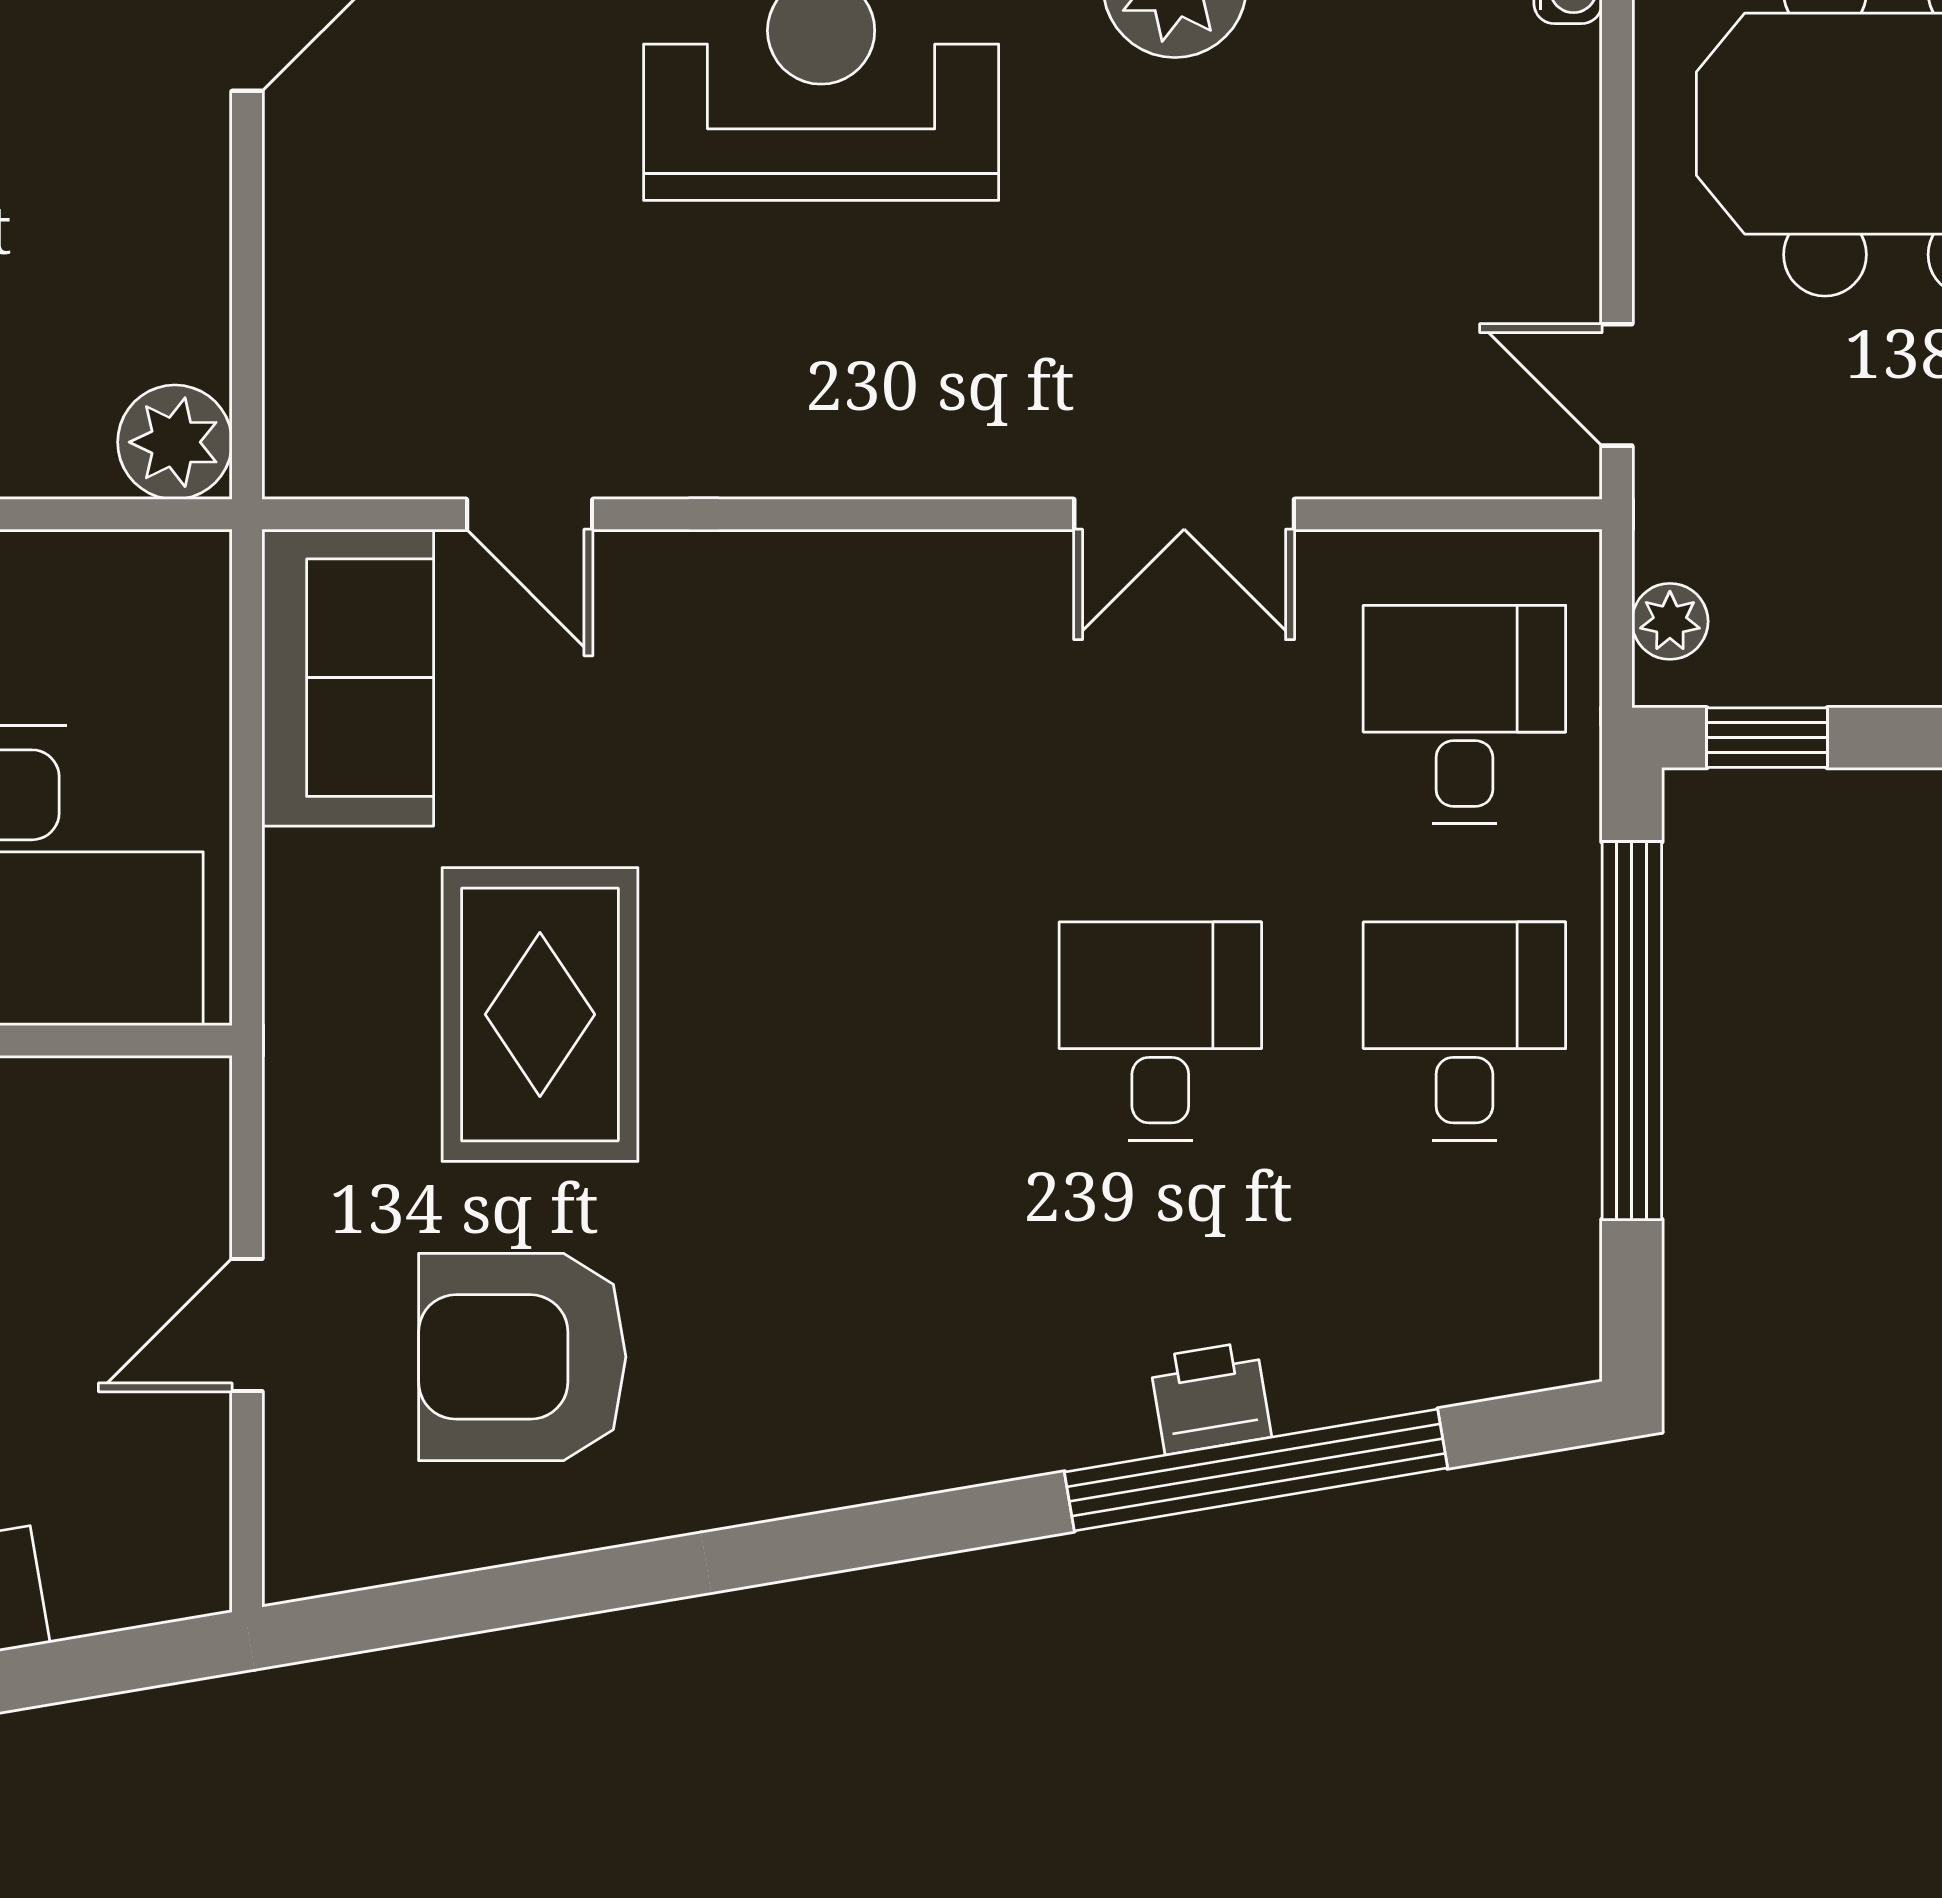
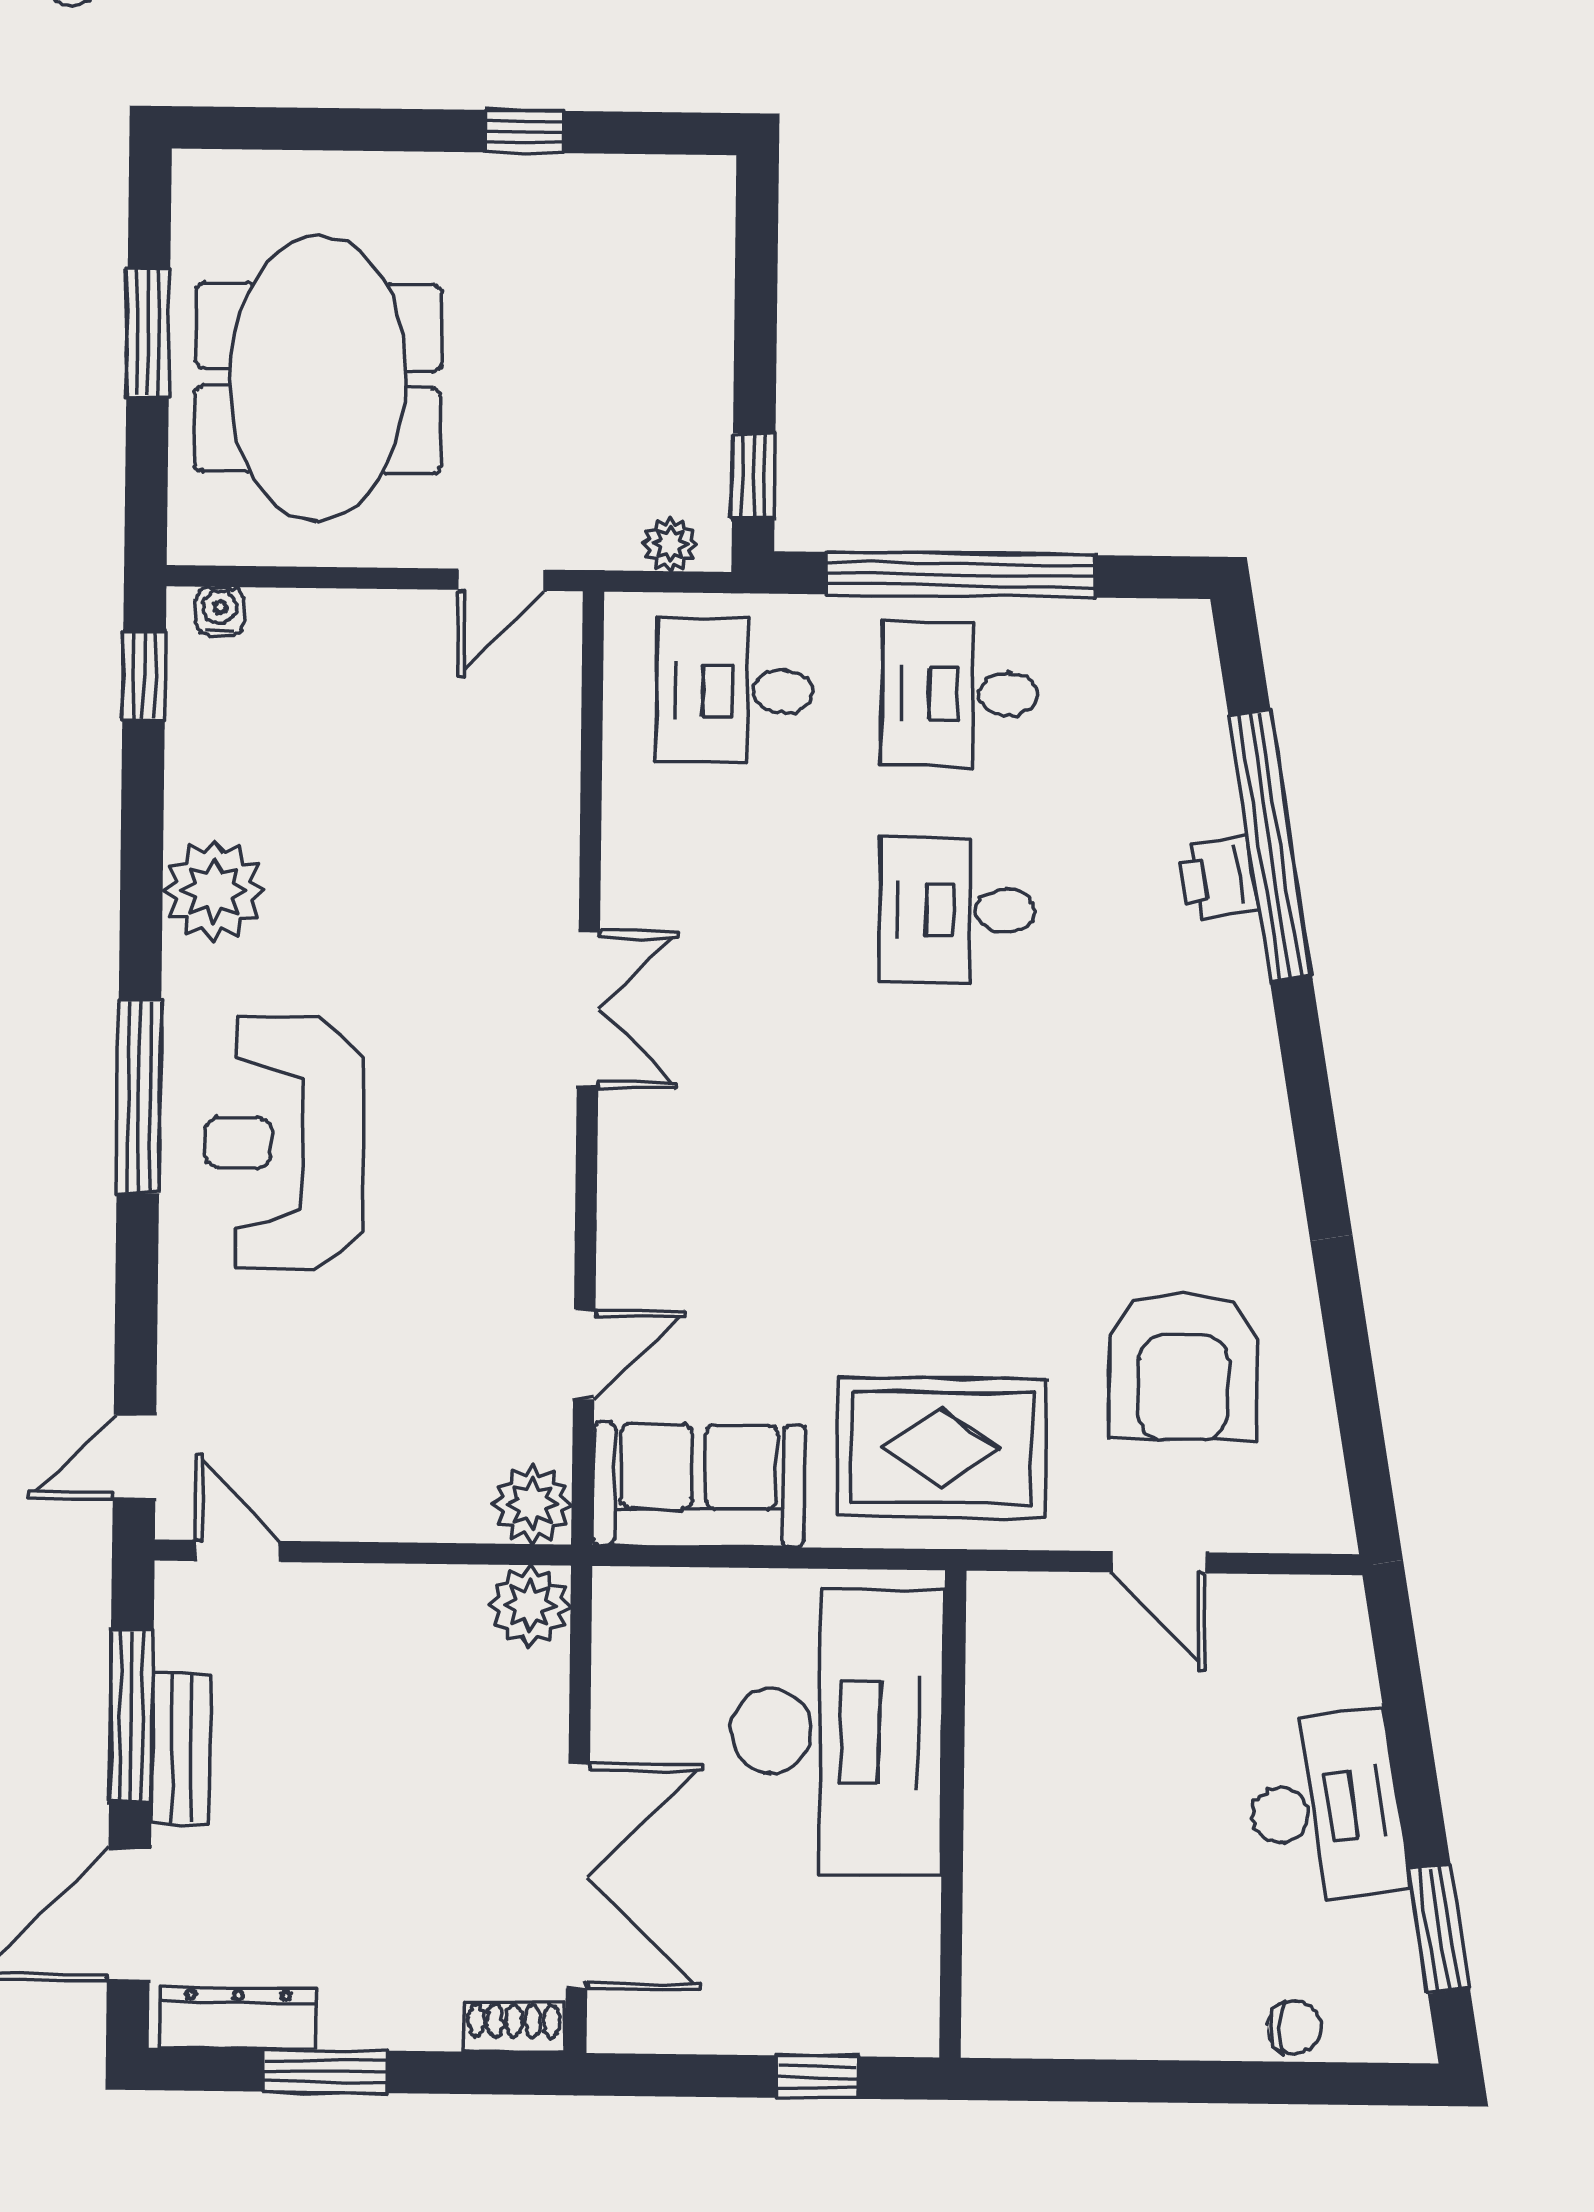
plant: (317, 444) -> (532, 1504), added
double door: (1184, 514) -> (588, 1009), moved
rug: (540, 1014) -> (941, 1448), moved

